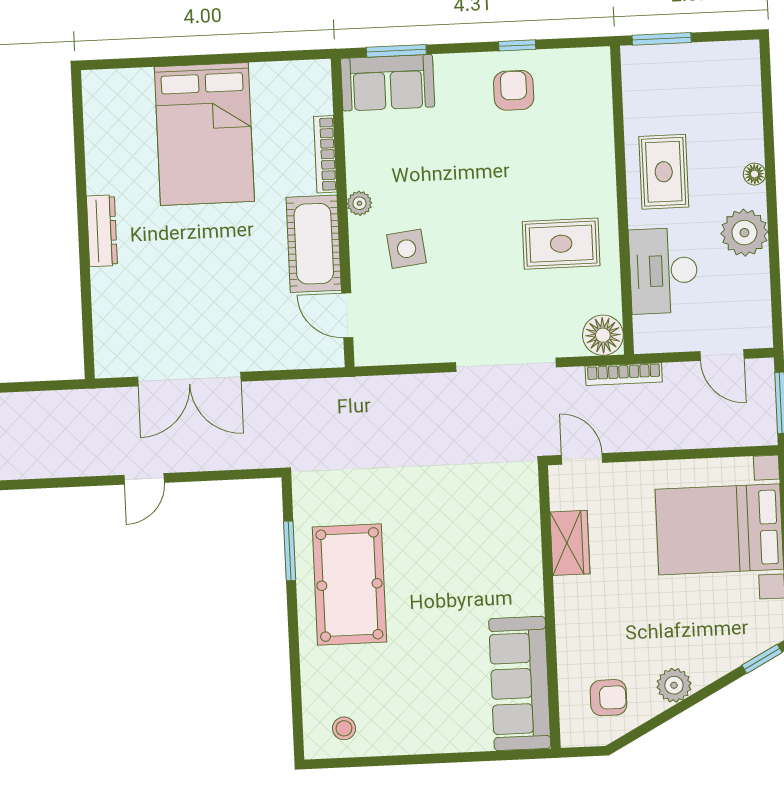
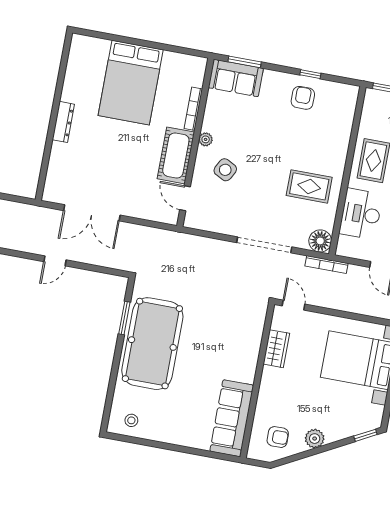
side table: (407, 249) -> (225, 170), turned 35
pool table: (349, 585) -> (152, 344), width x1.36, depth x1.32

